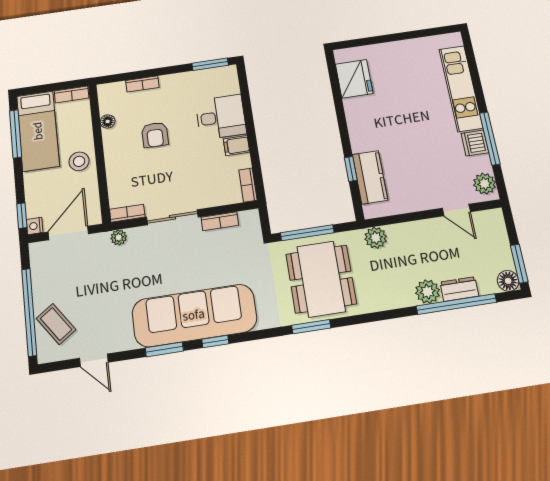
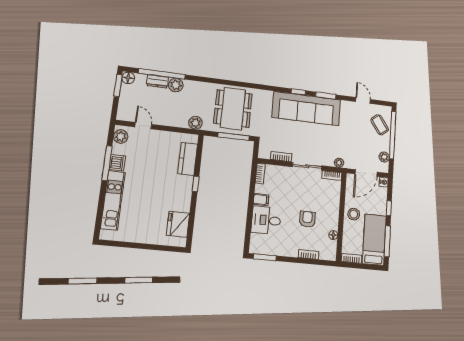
window: (351, 169) -> (196, 184), moved
window: (22, 216) -> (389, 208), moved
plant: (40, 269) -> (384, 157), added
window: (311, 327) -> (245, 85), removed

